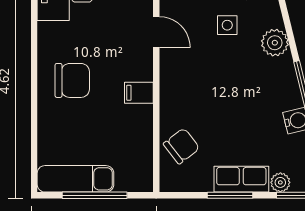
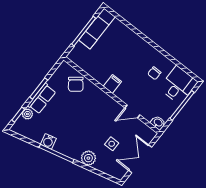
chair: (72, 80) -> (154, 73), moved, width x0.54, depth x0.54

